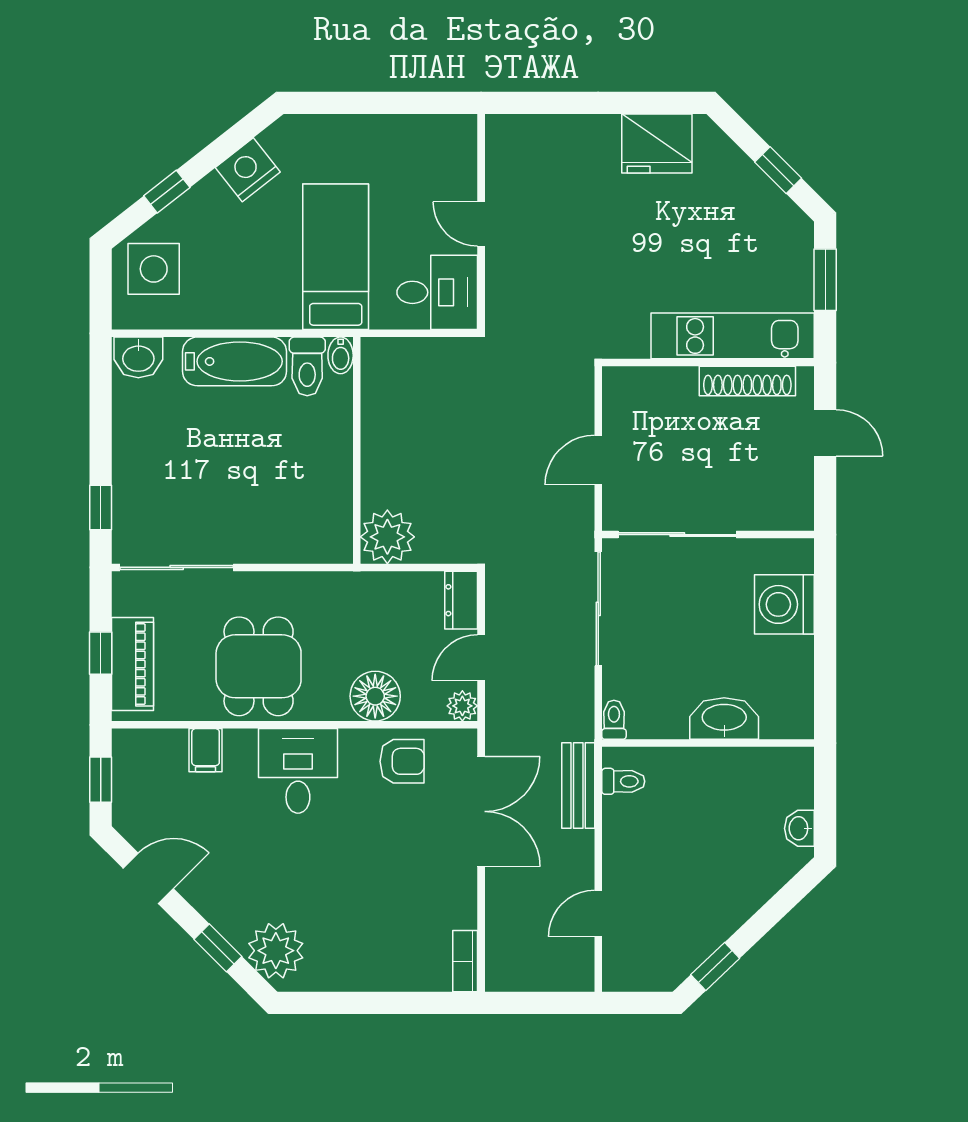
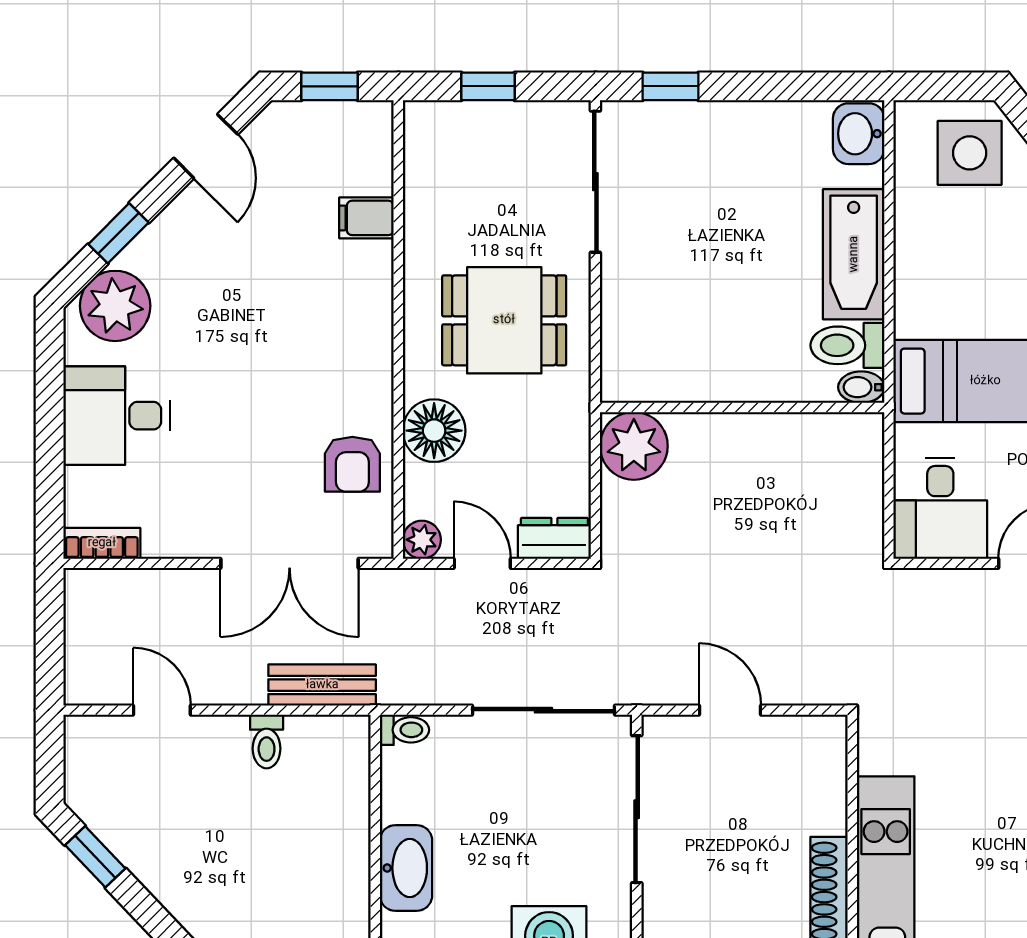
piano: (132, 664) -> (474, 126), removed
dining table: (259, 666) -> (504, 320), moved
desk: (298, 771) -> (117, 416), moved, turned 180
toilet: (623, 781) -> (267, 742), moved

